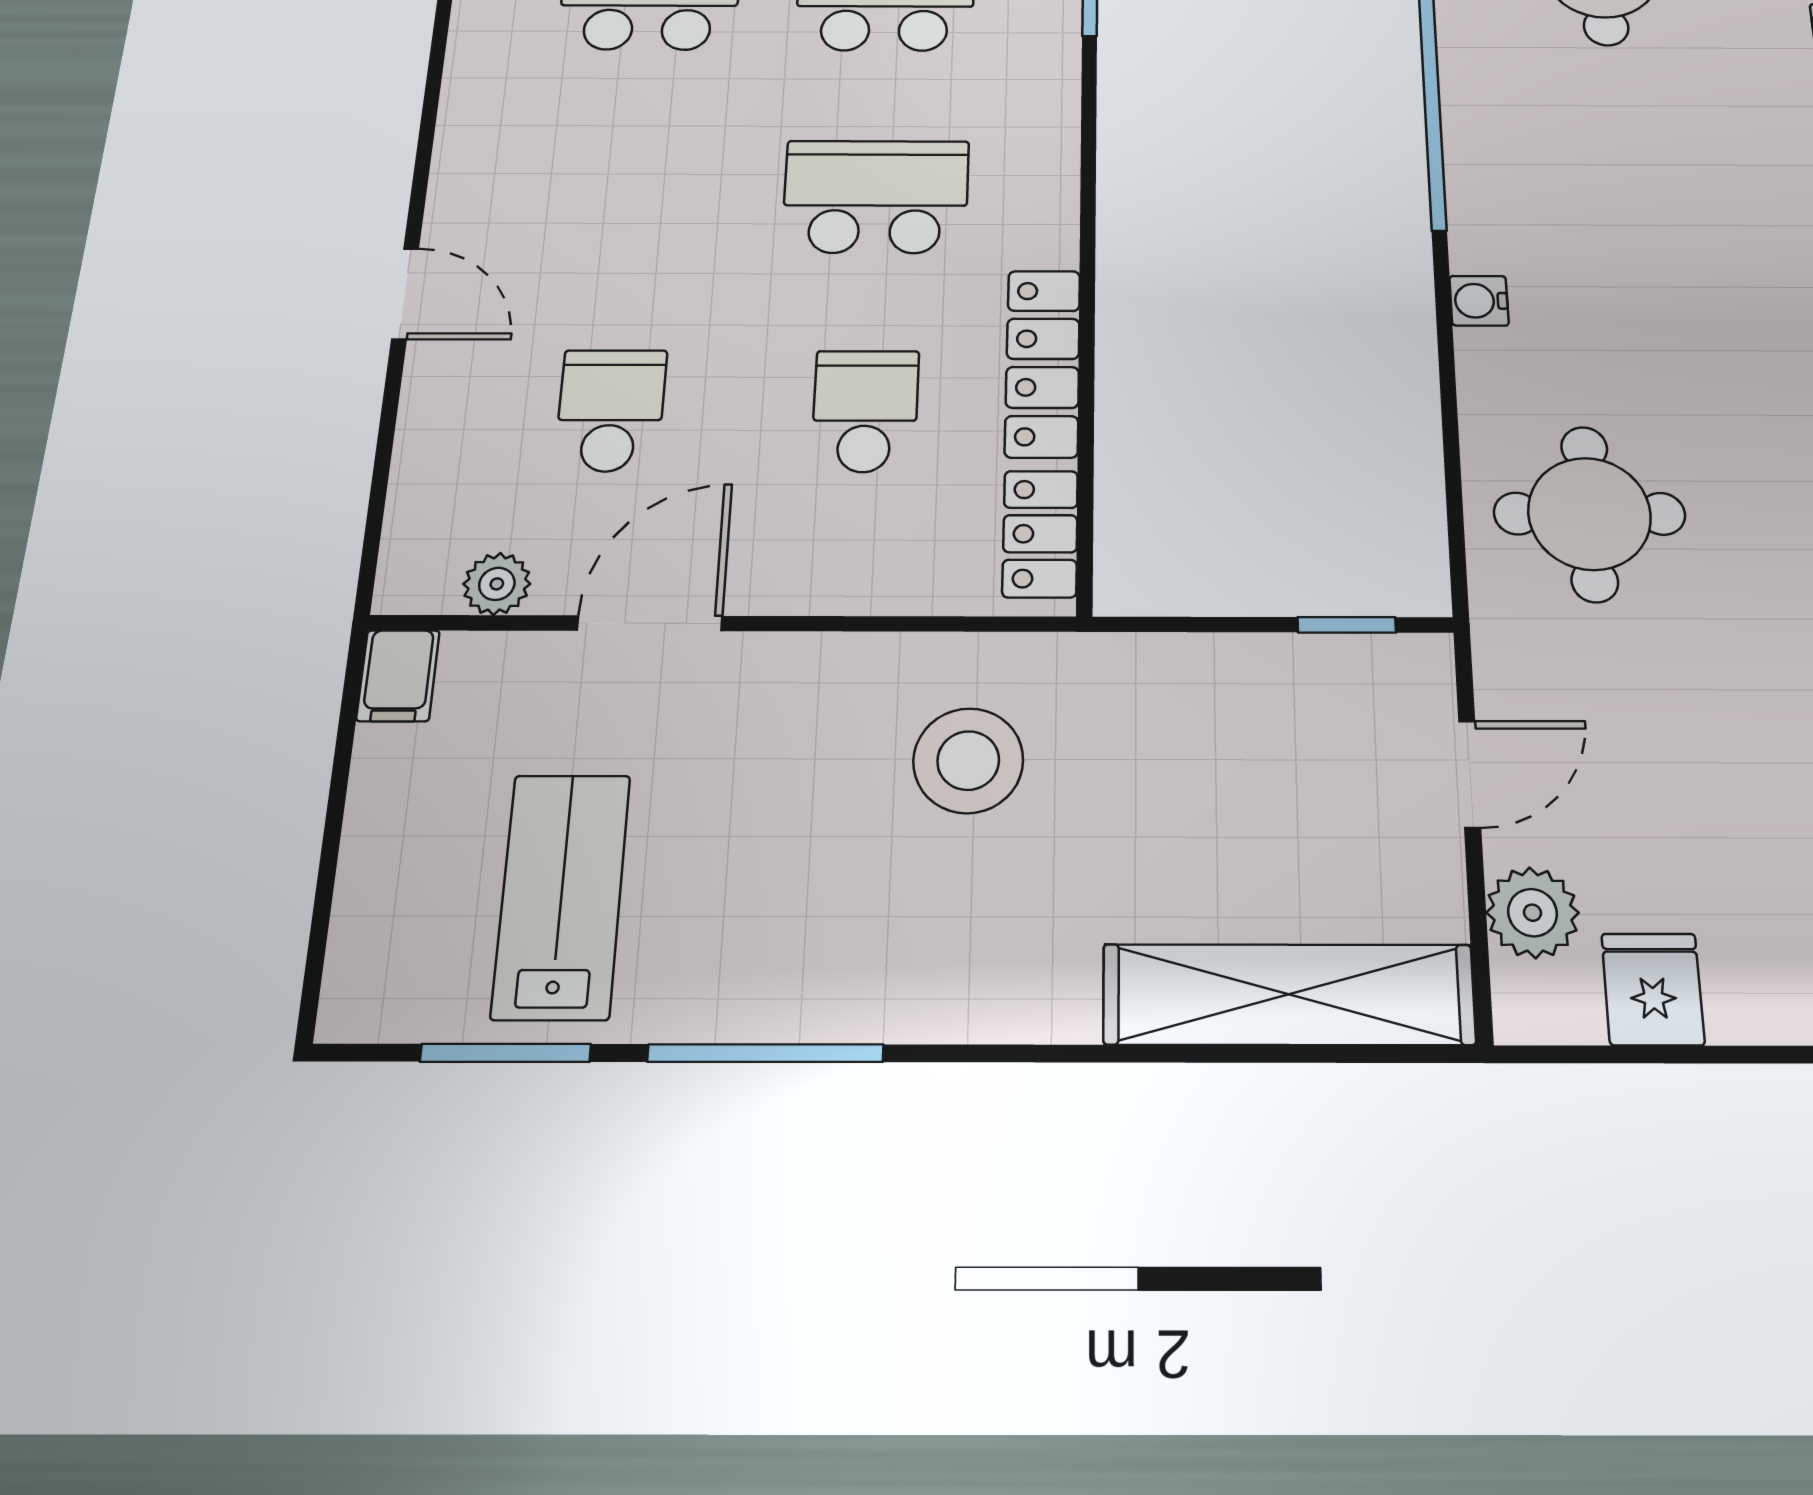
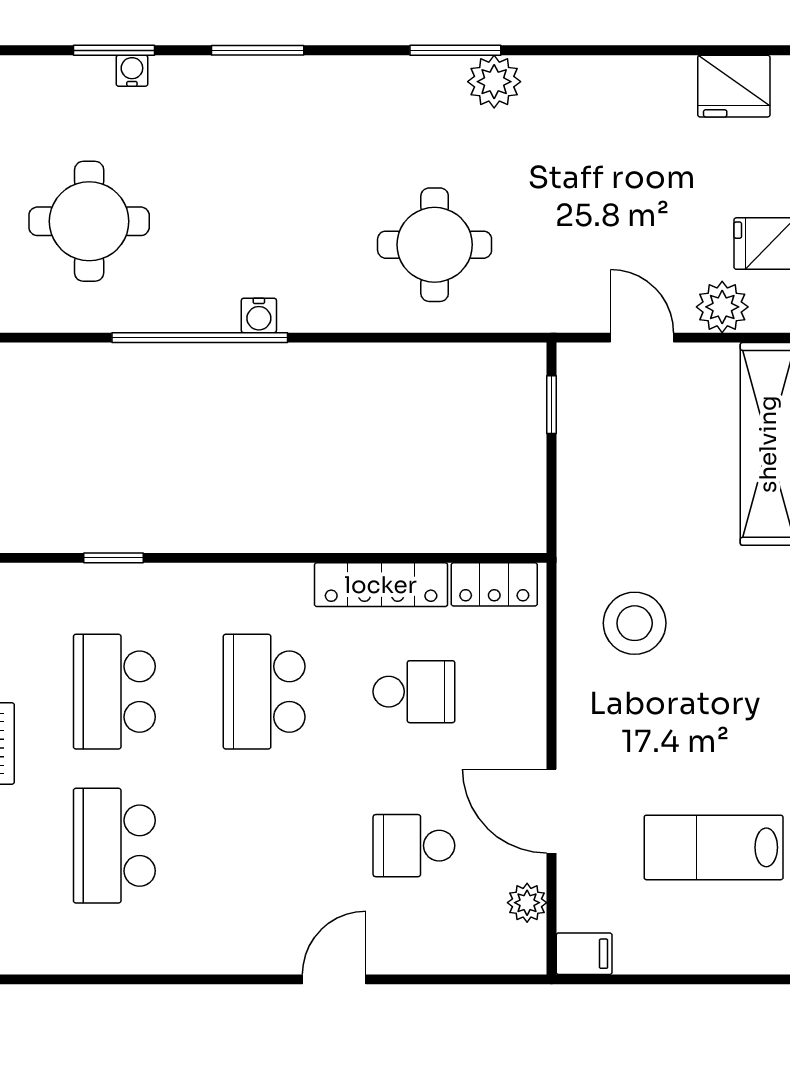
water cooler: (1479, 301) -> (259, 315), moved
school desk: (865, 411) -> (414, 692), turned 180
round table: (1589, 514) -> (435, 245), moved

